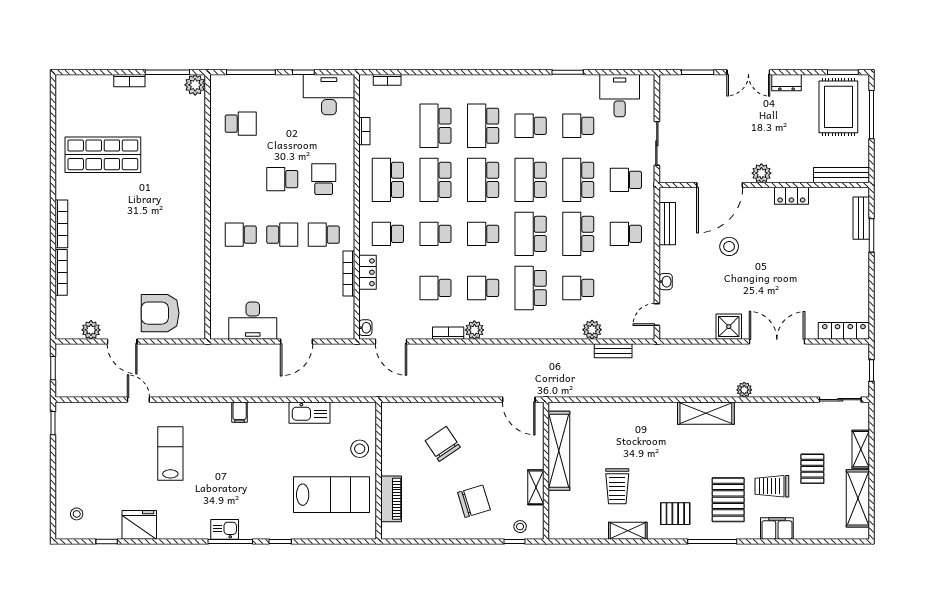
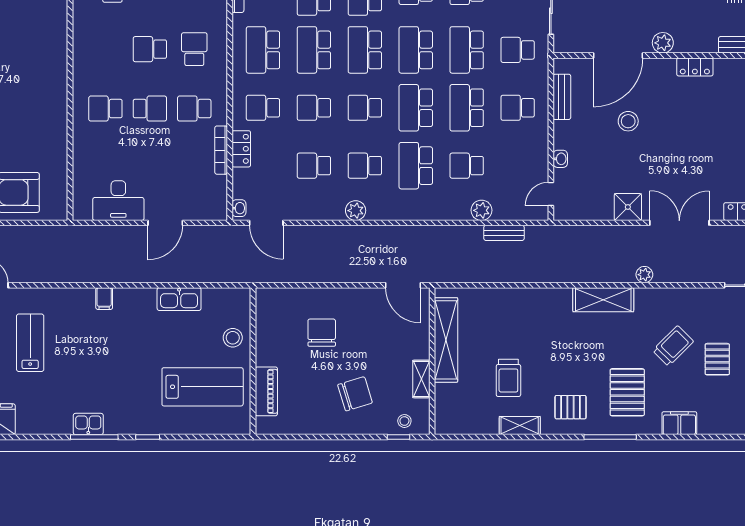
bookcase: (448, 333) -> (327, 214), removed
chair: (443, 444) -> (322, 333), turned 34
trolley: (772, 486) -> (673, 346), moved, turned 135

